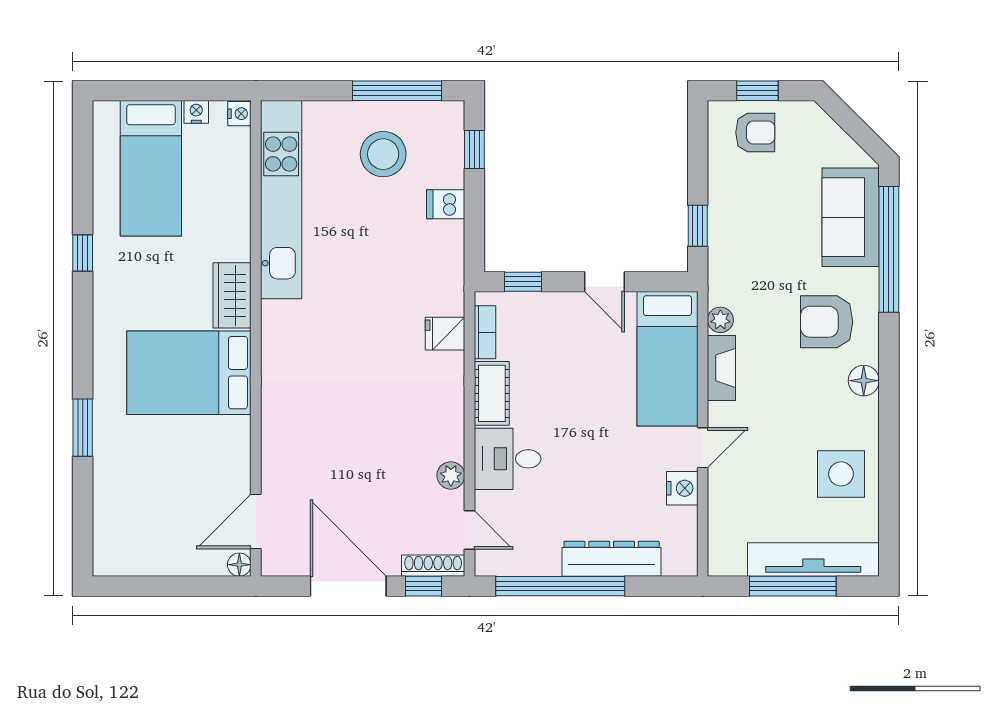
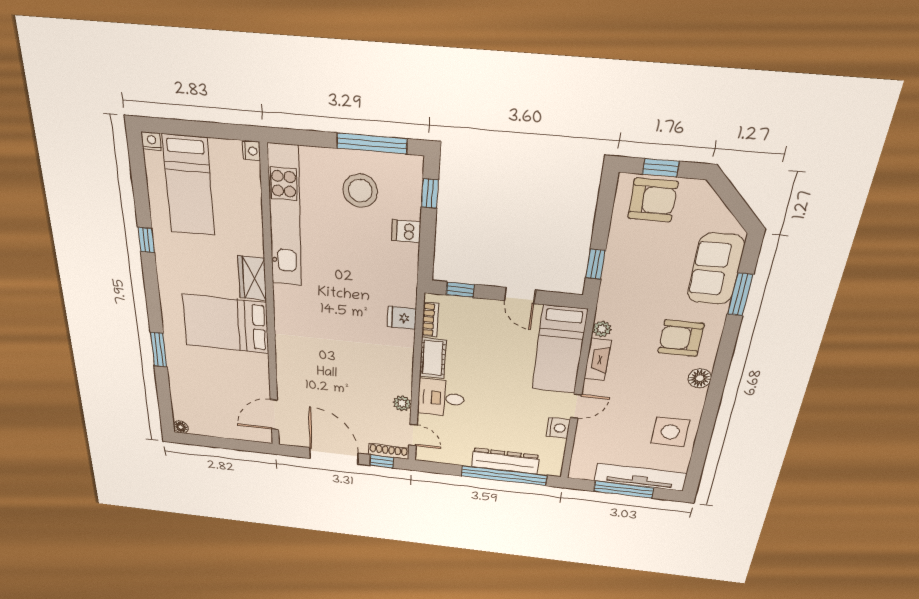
nightstand: (196, 112) -> (152, 141), moved
armchair: (755, 132) -> (653, 200), width x1.38, depth x1.38
window: (889, 249) -> (740, 294), width x0.47
floor lamp: (239, 565) -> (181, 427), moved
window: (560, 586) -> (504, 476), moved

